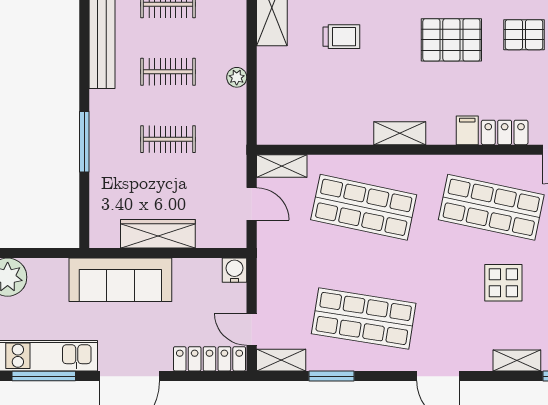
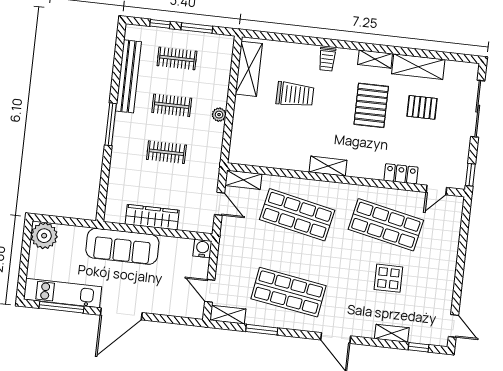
trolley: (341, 37) -> (295, 94), width x1.36, depth x1.39
pallet: (451, 40) -> (371, 105), turned 90
filing cabinet: (467, 130) -> (375, 169), removed
window: (84, 142) -> (111, 124), moved
locker: (209, 359) -> (178, 308), removed

